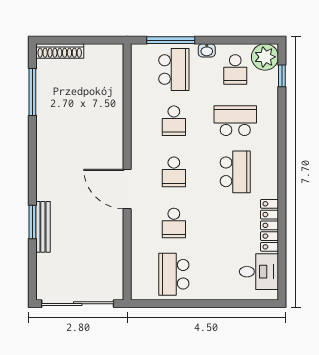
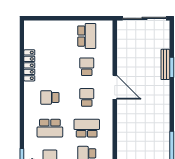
school desk: (174, 121) -> (87, 128), width x1.85
school desk: (235, 172) -> (50, 97), width x0.54
desk: (259, 272) -> (36, 38), removed

